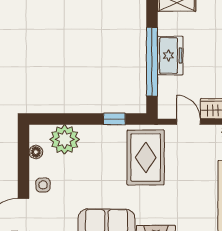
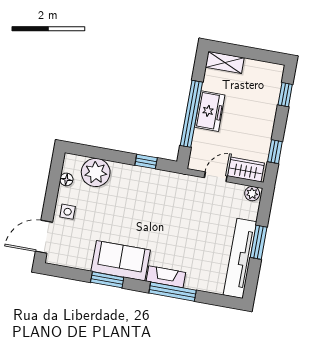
door: (188, 122) -> (216, 177), hinge flipped
rug: (146, 157) -> (169, 203), removed

